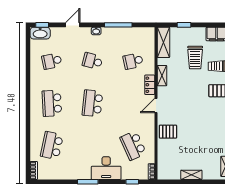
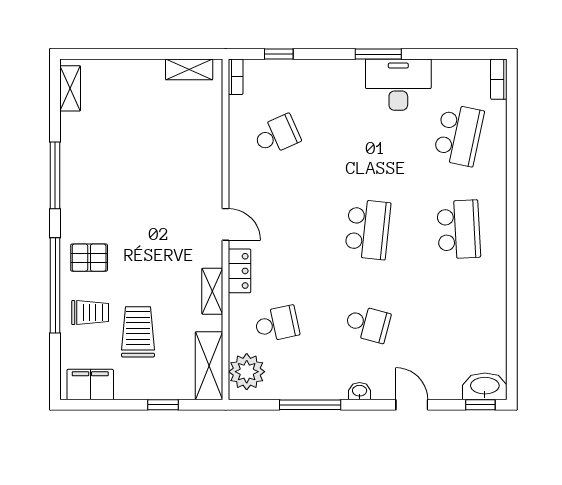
door: (73, 25) -> (412, 405), swing flipped
plant: (147, 40) -> (247, 372), added
school desk: (52, 61) -> (459, 324), removed
door: (156, 106) -> (226, 224), hinge flipped
pallet: (168, 132) -> (199, 166), removed
school desk: (133, 146) -> (277, 135), width x0.54
desk: (106, 168) -> (398, 85), moved
shelving: (191, 175) -> (189, 69), moved

